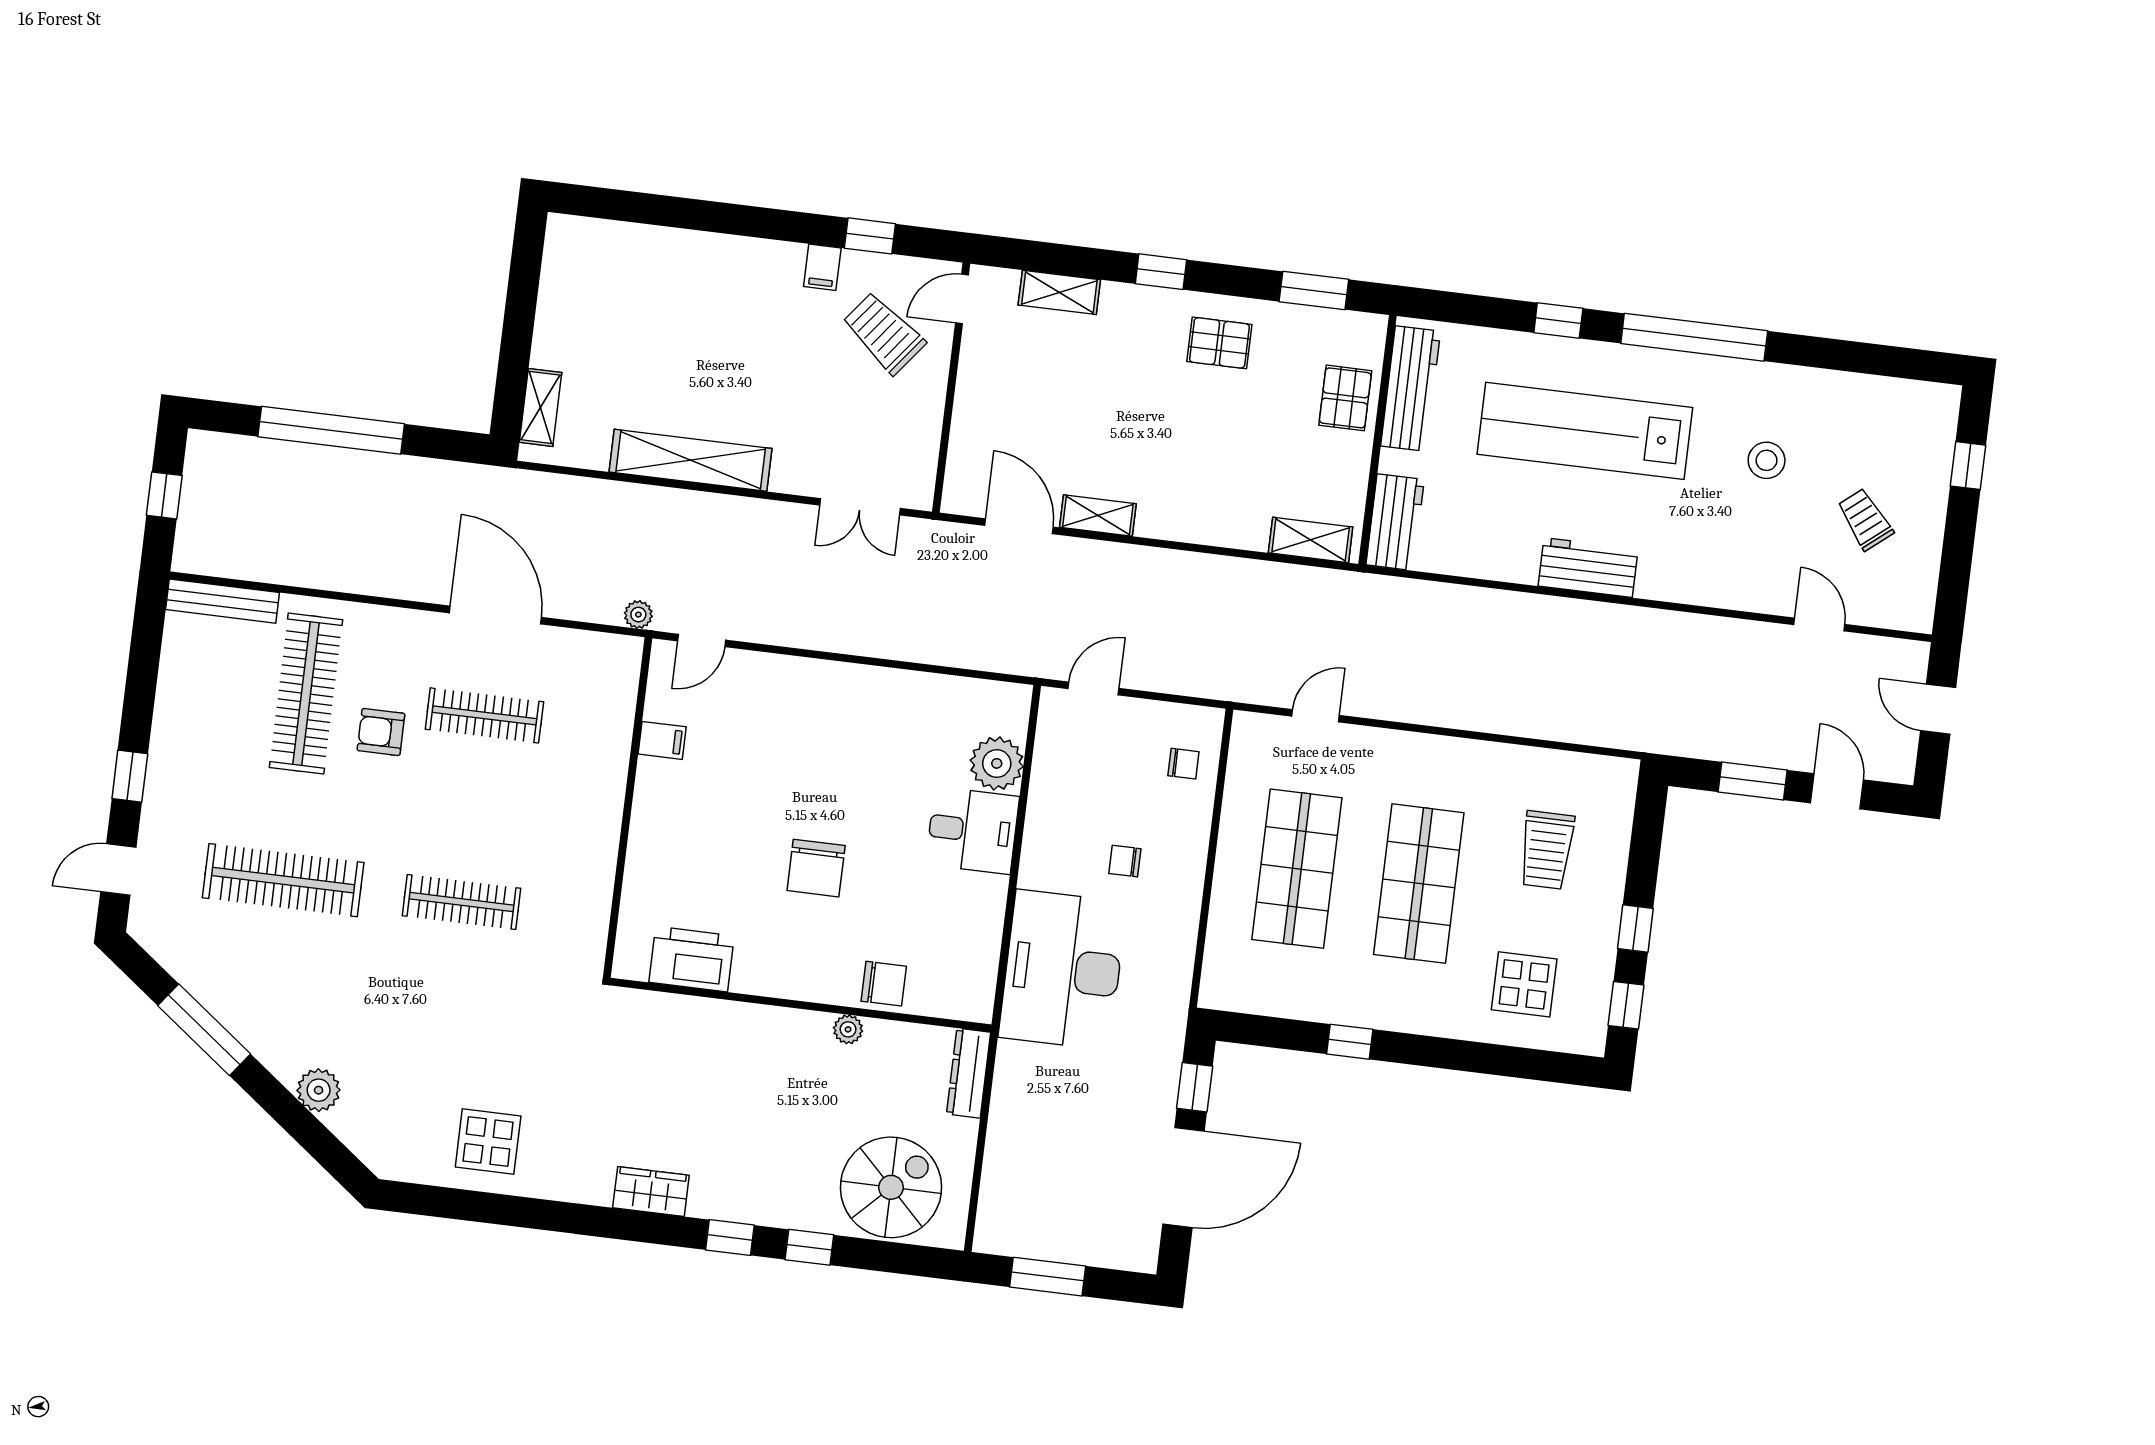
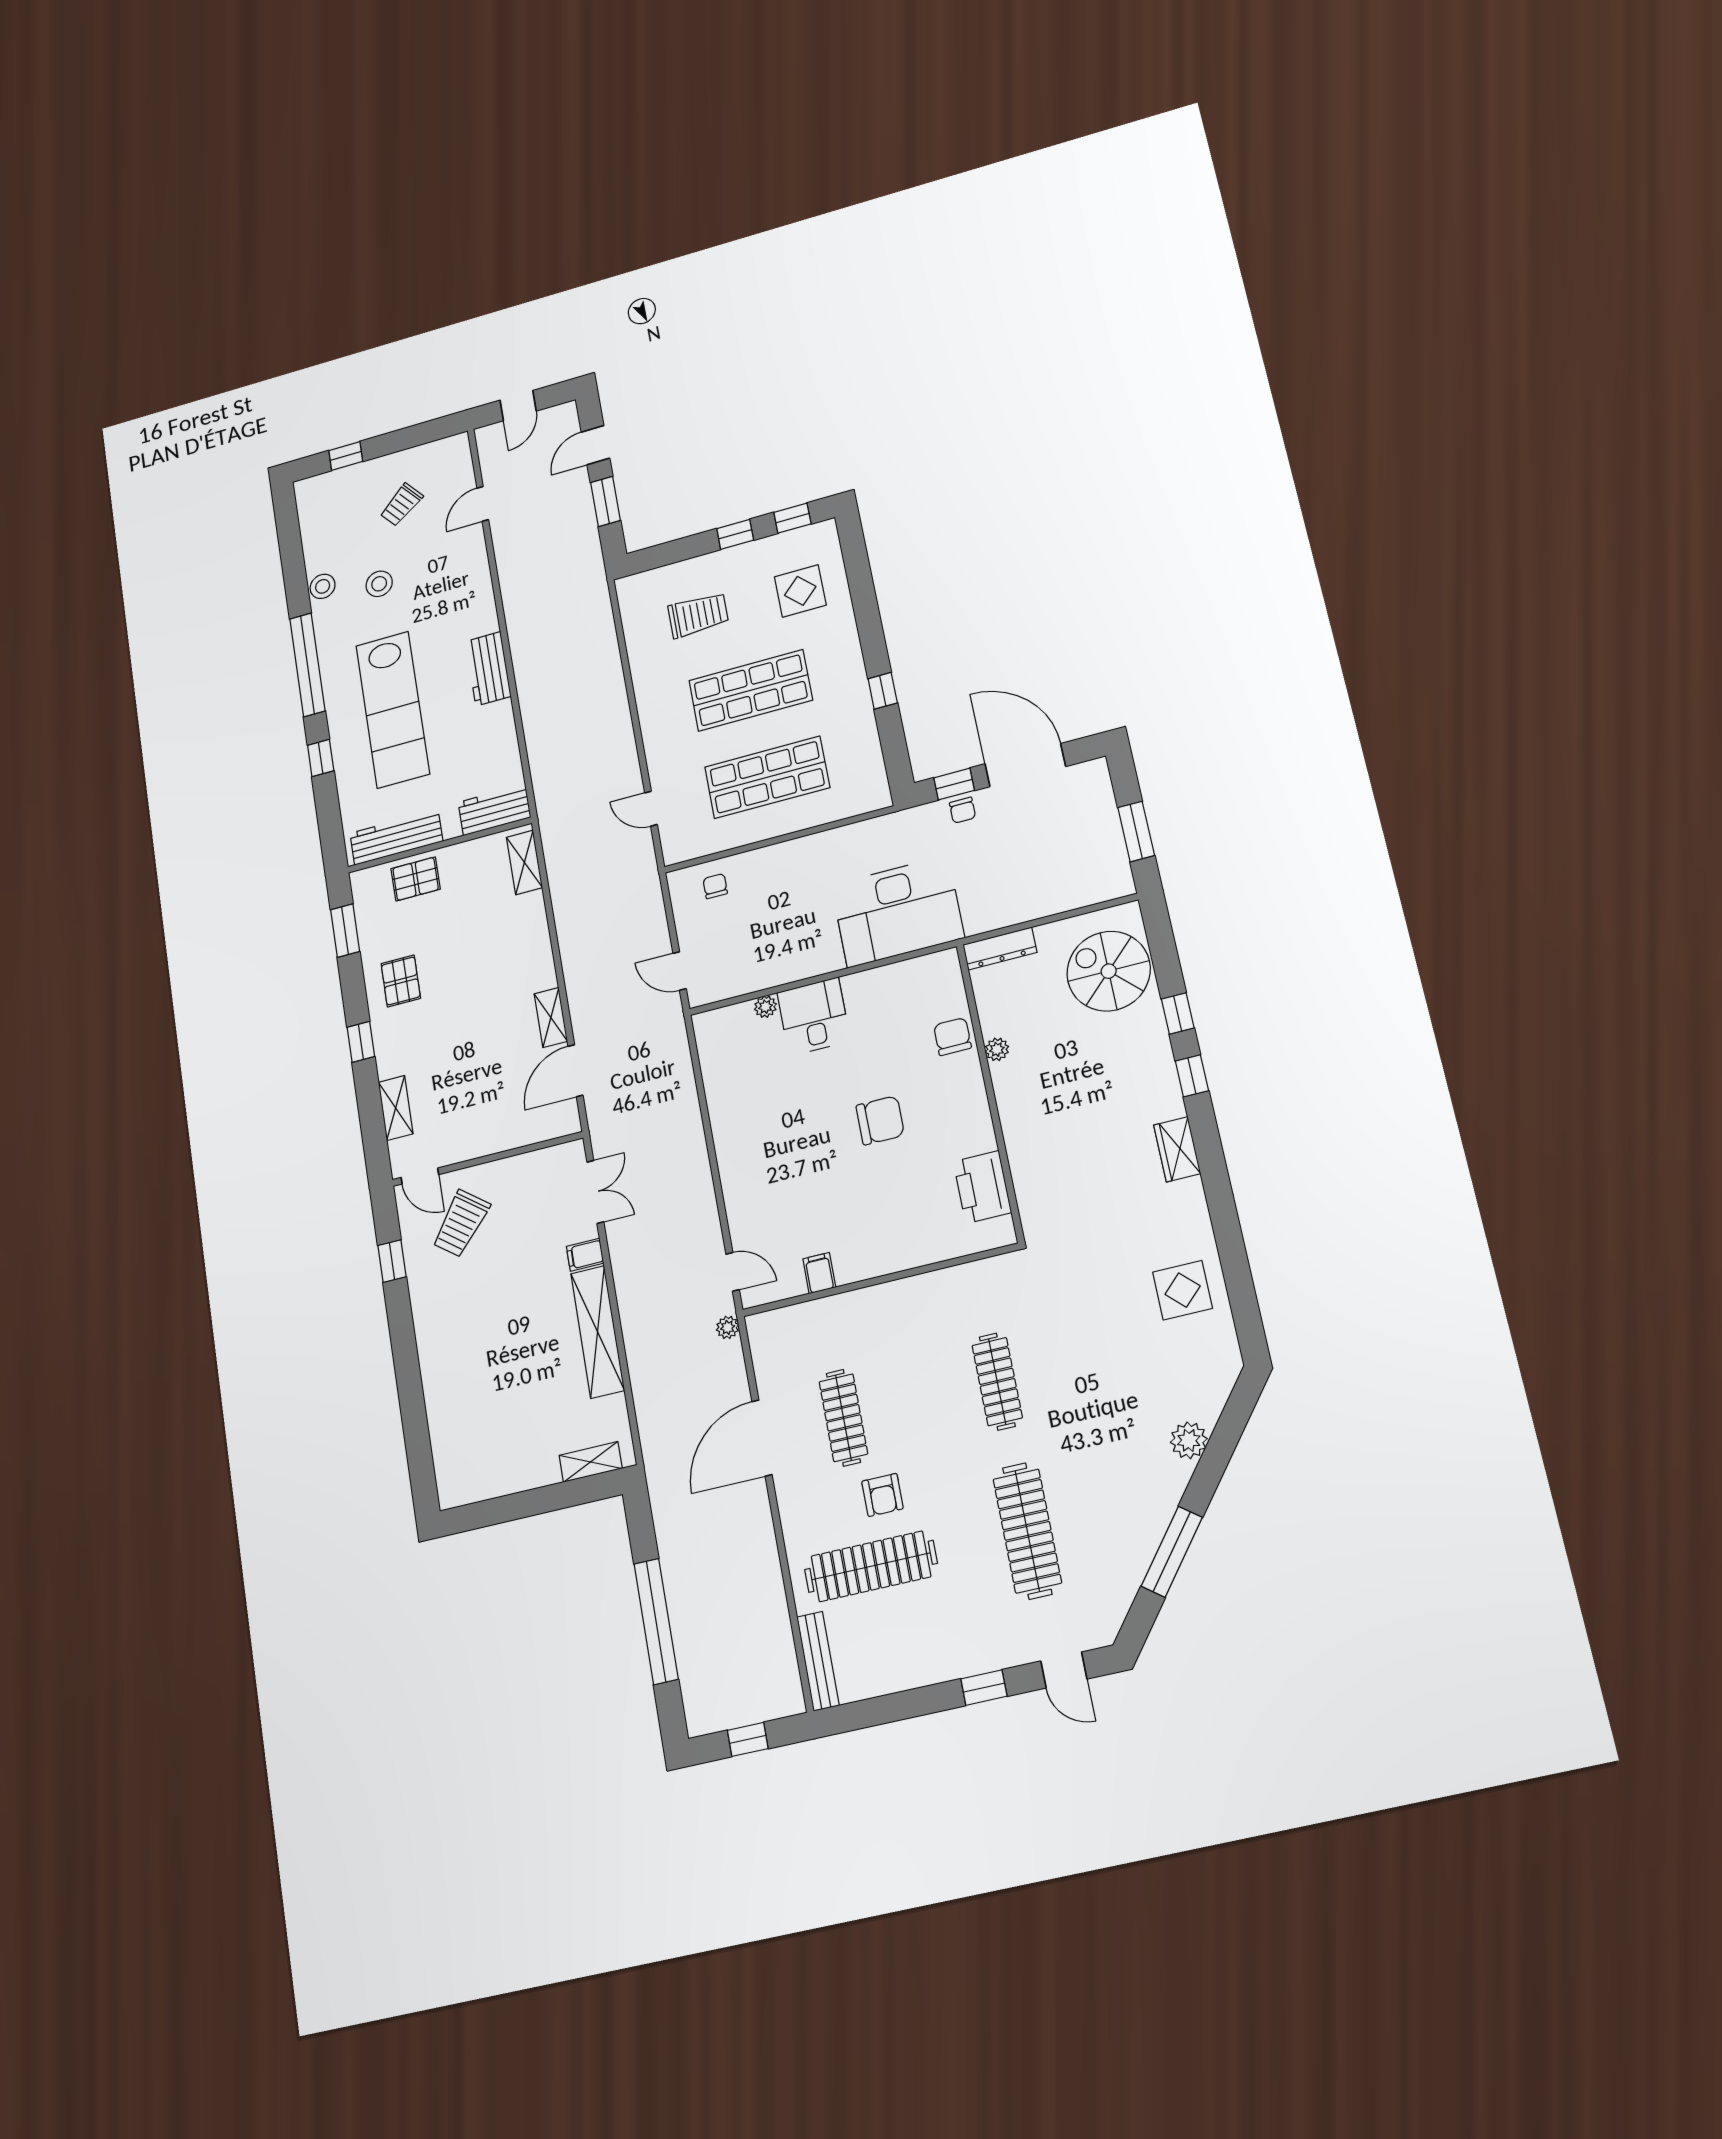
filing cabinet: (822, 267) -> (585, 1255), moved, turned 180
stool: (1795, 386) -> (323, 586), added
plant: (997, 763) -> (765, 1007), width x0.53, depth x0.53
chair: (1125, 861) -> (963, 810), moved

